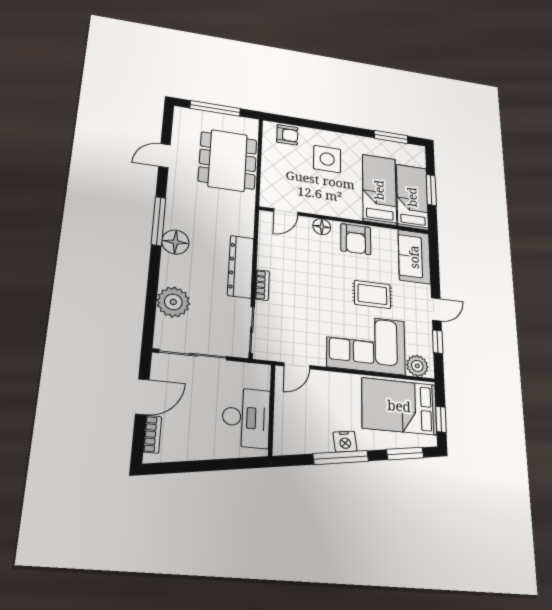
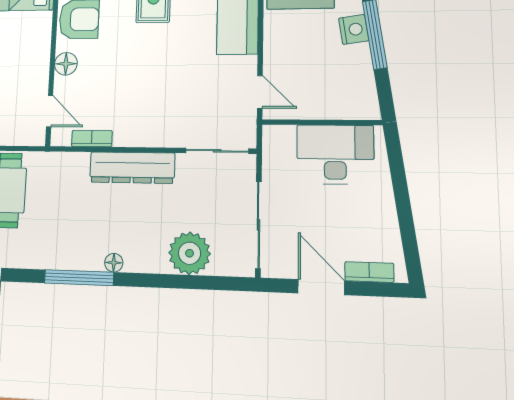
floor lamp: (175, 242) -> (114, 263), width x0.53, depth x0.53
bookcase: (262, 285) -> (92, 139), moved

